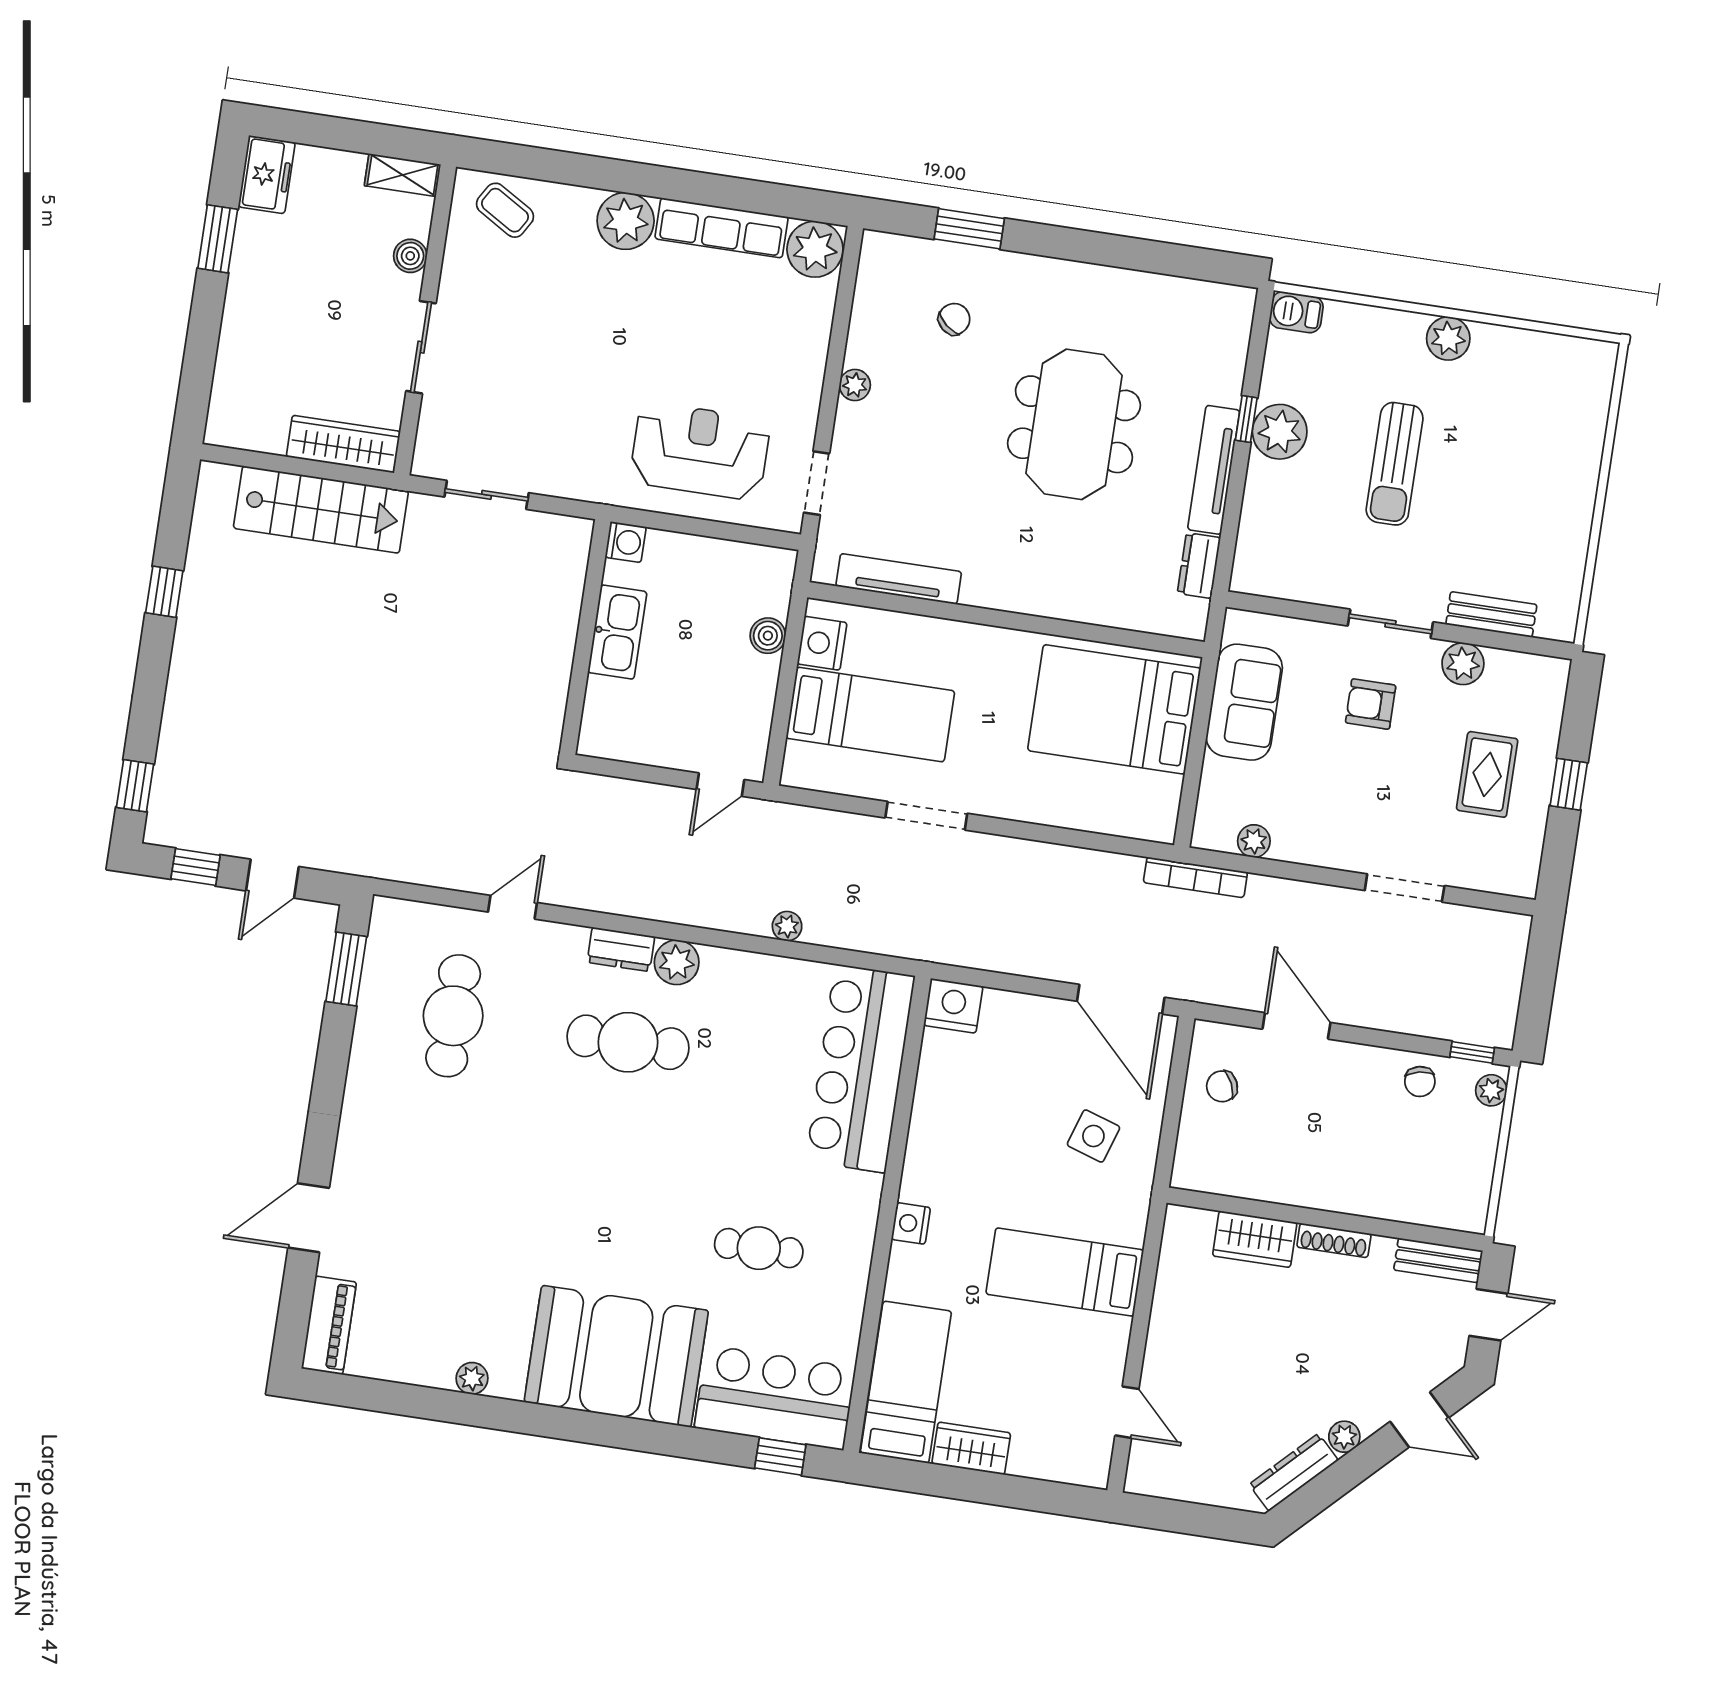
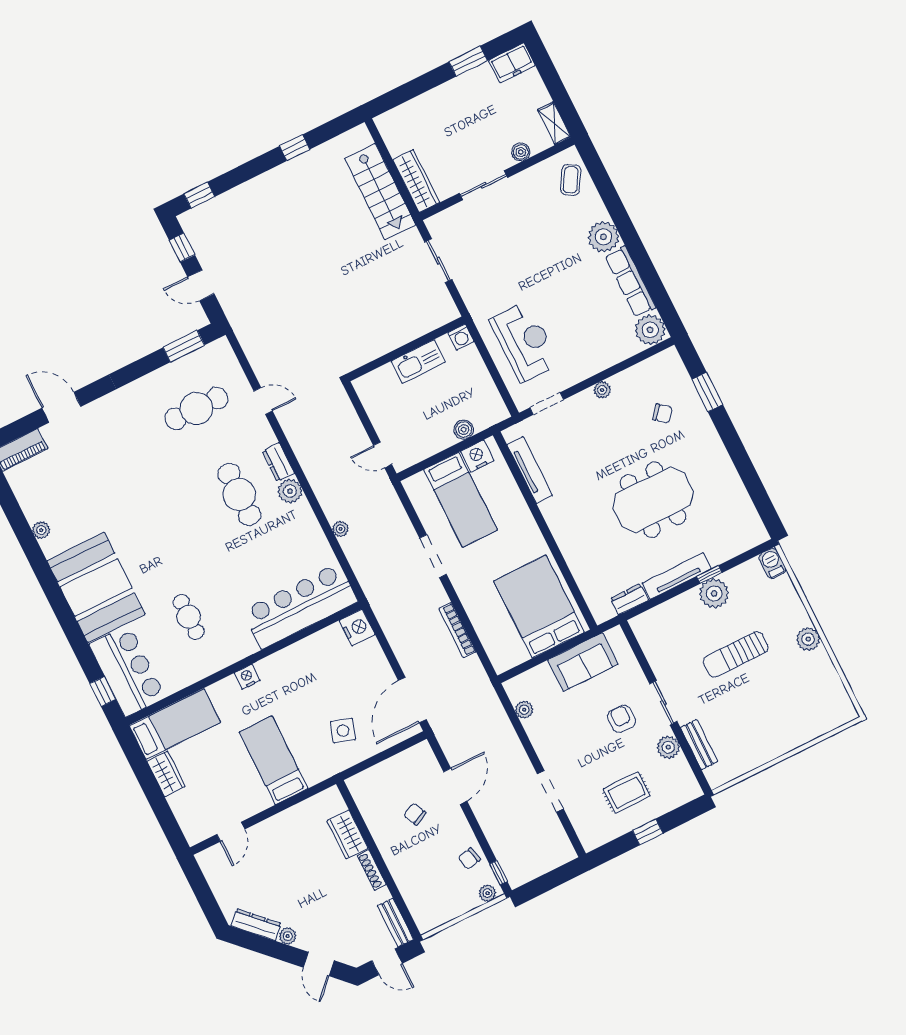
bookcase: (1195, 877) -> (457, 630), moved
chair: (1222, 1086) -> (415, 814), moved

